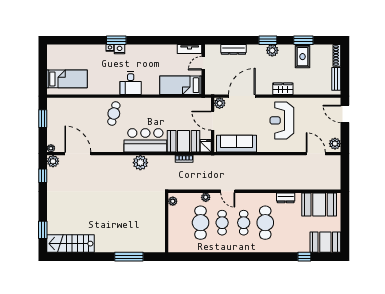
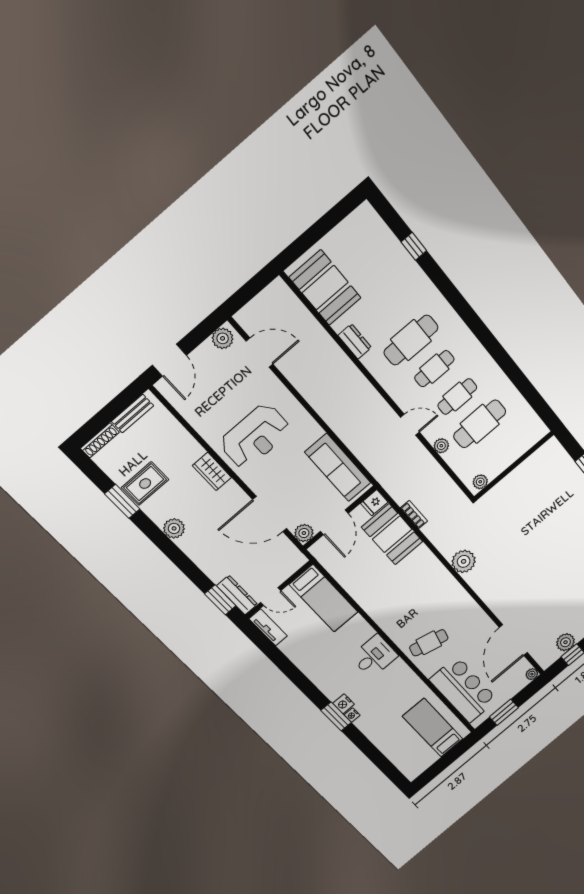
window: (268, 40) -> (220, 600), moved
dresser: (233, 49) -> (237, 595), moved
bar counter: (145, 140) -> (463, 690), moved, turned 180
door: (316, 154) -> (260, 353), swing flipped
plant: (53, 161) -> (565, 642), moved
door: (228, 191) -> (410, 425), hinge flipped
booth: (325, 242) -> (370, 234), removed

